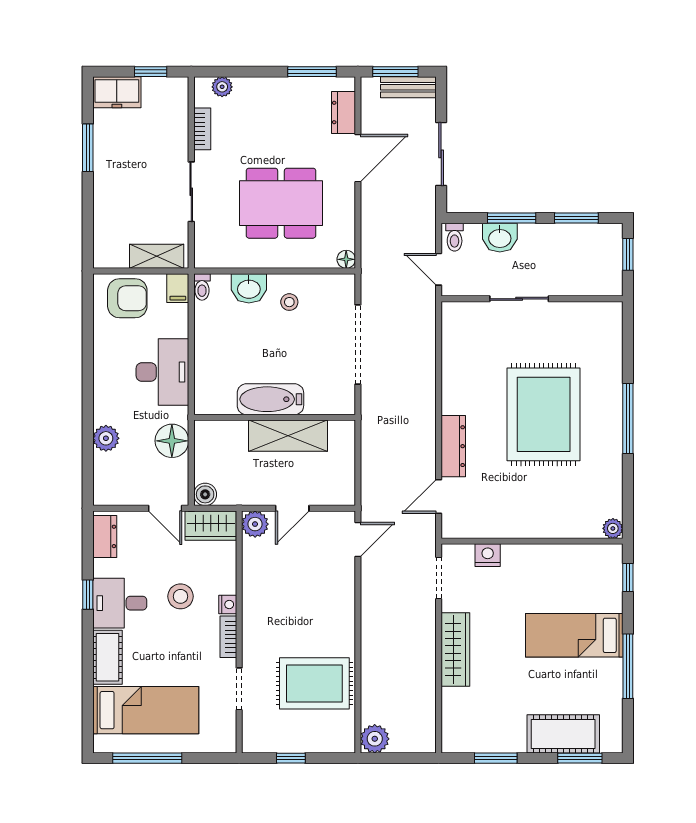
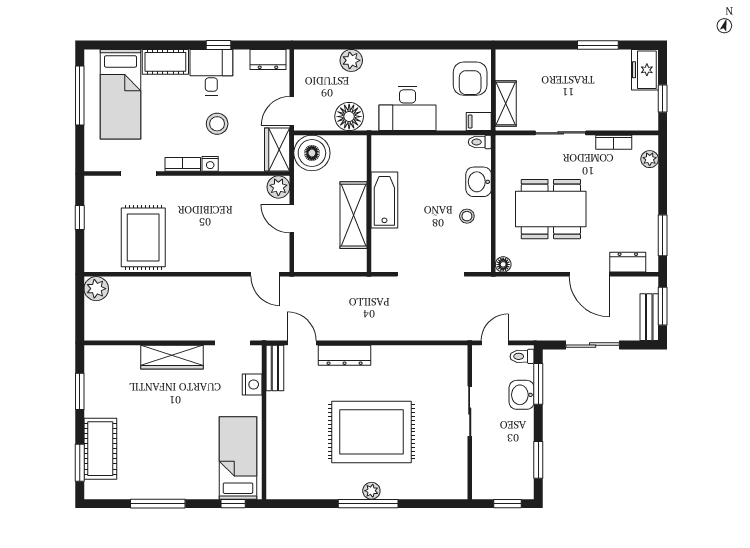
dining table: (281, 203) -> (551, 209), turned 90
window: (512, 218) -> (538, 384), moved
boiler: (205, 494) -> (312, 153), width x1.86, depth x1.86
bench: (468, 528) -> (275, 368), added
plant: (613, 528) -> (371, 491), moved
bed: (574, 635) -> (238, 458), moved

